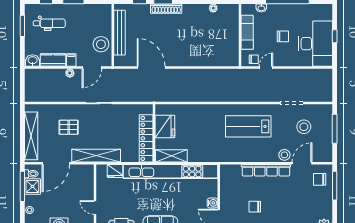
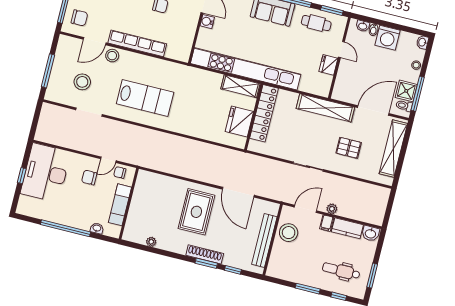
chair: (283, 36) -> (89, 177), moved
rug: (182, 42) -> (196, 212), added
fridge: (115, 171) -> (328, 65), moved, turned -90

